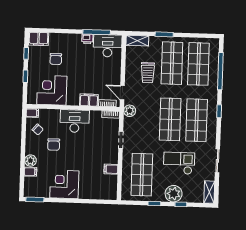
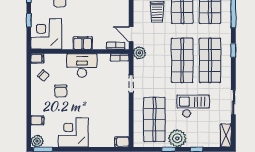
corner desk: (52, 90) -> (46, 34), moved
filing cabinet: (89, 100) -> (83, 43), moved
plant: (30, 161) -> (37, 141), moved
filing cabinet: (111, 169) -> (122, 142), moved
plant: (174, 194) -> (177, 138), moved

